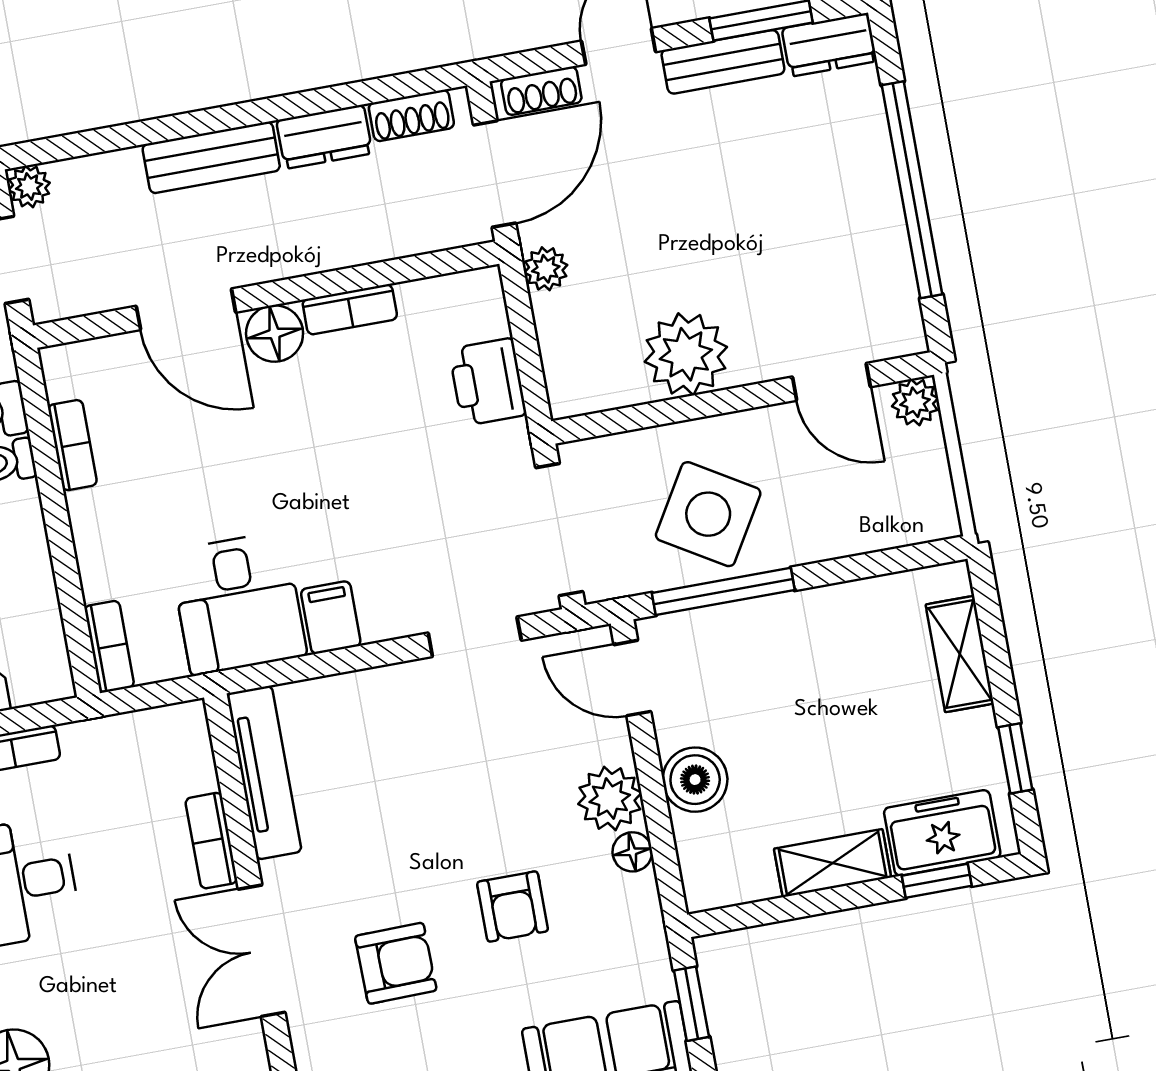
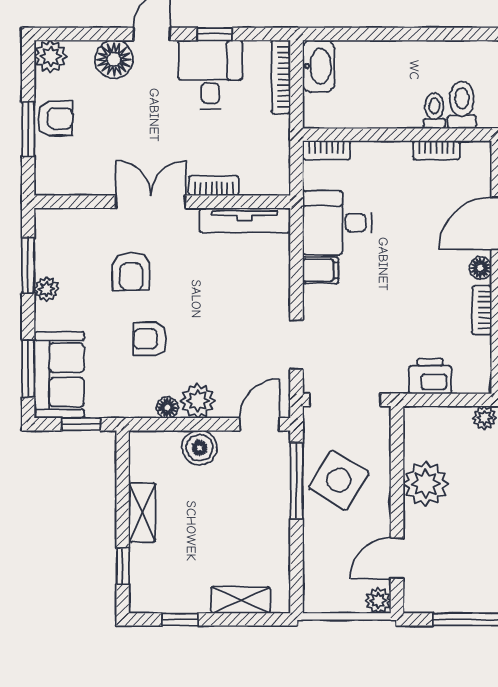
floor lamp: (275, 333) -> (480, 268), width x0.73, depth x0.73
freezer: (942, 833) -> (148, 573), removed

